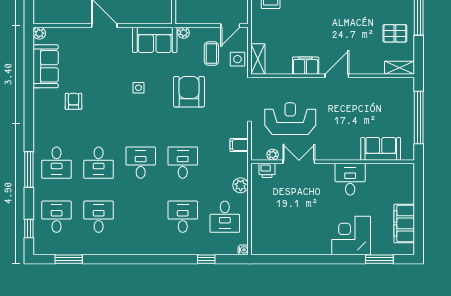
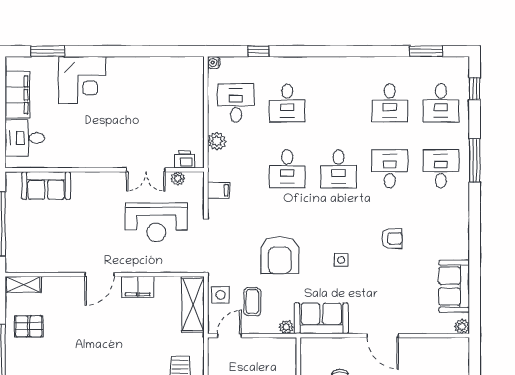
shelving: (258, 59) -> (193, 304), width x1.50, depth x1.33
armchair: (73, 101) -> (392, 238), moved, turned -90
desk: (350, 179) -> (25, 138), moved, turned 90

